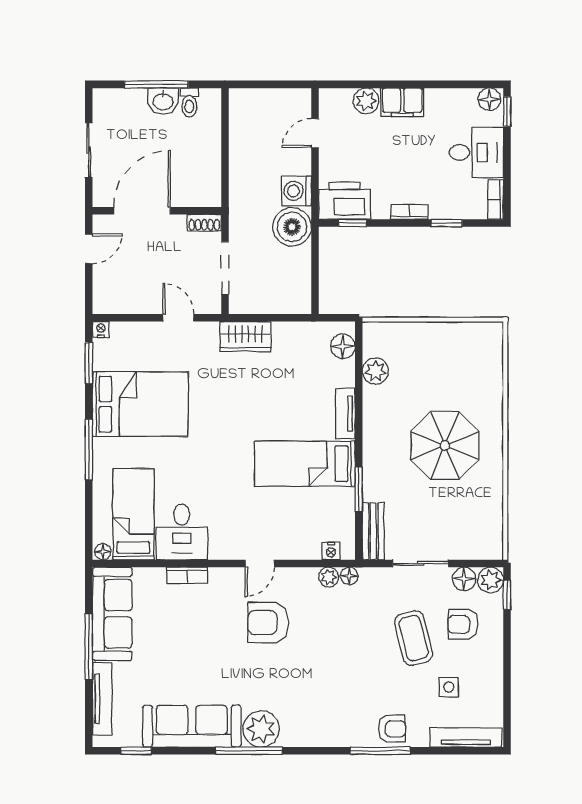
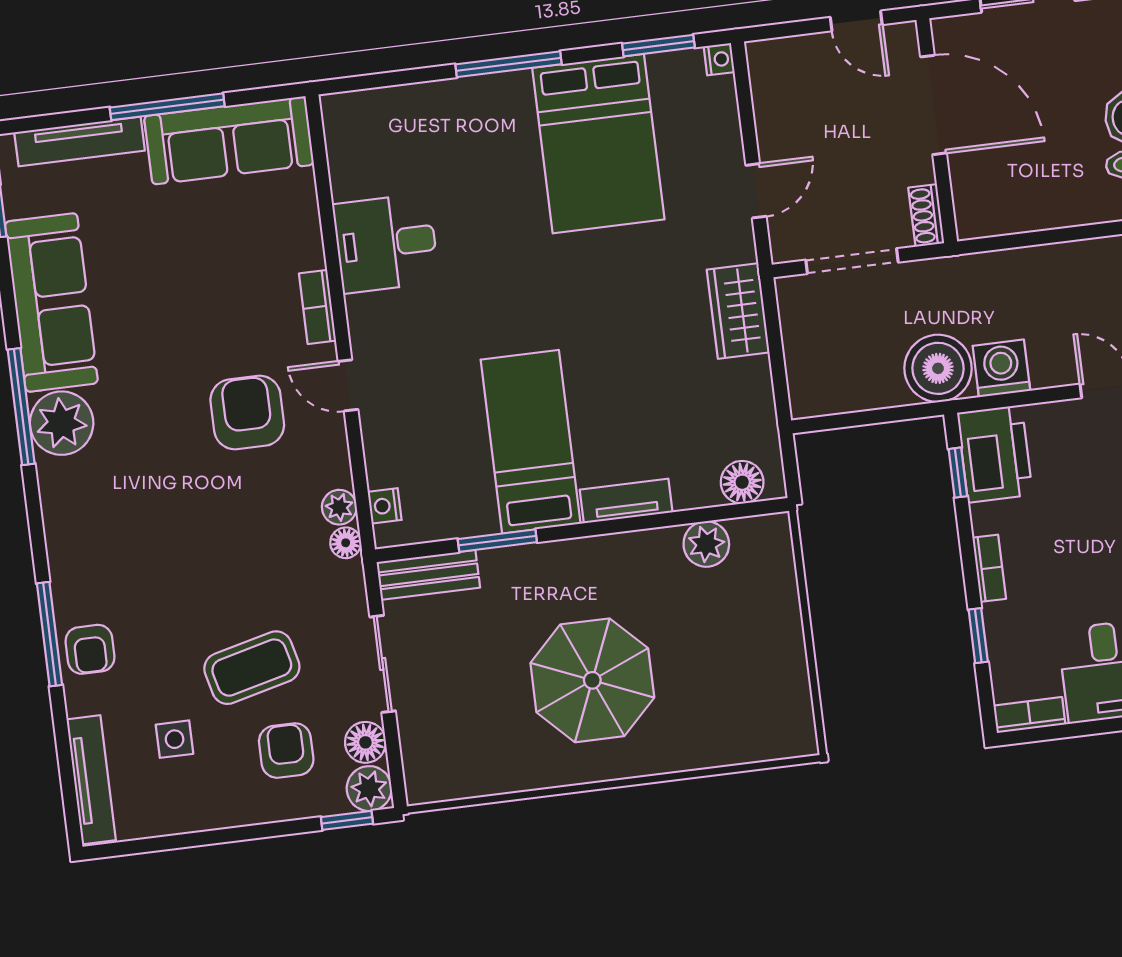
bed: (133, 514) -> (406, 156), removed
floor lamp: (103, 552) -> (334, 111), removed
bookcase: (187, 575) -> (317, 307), moved

